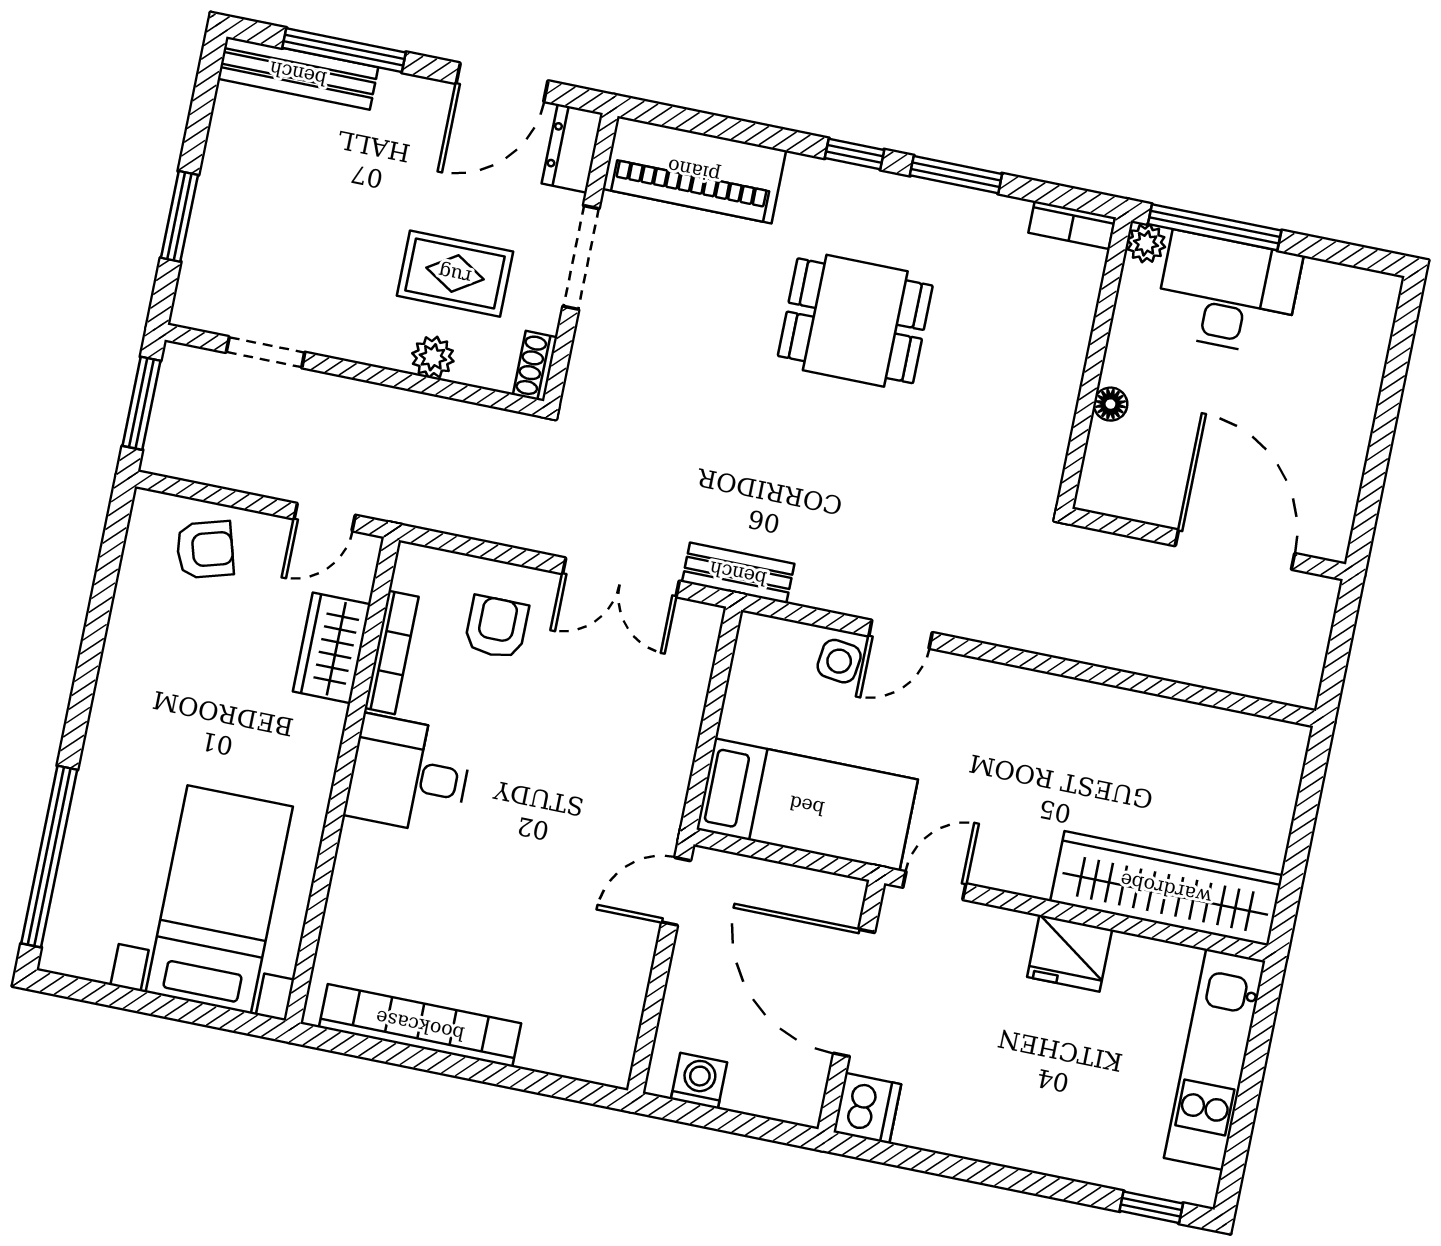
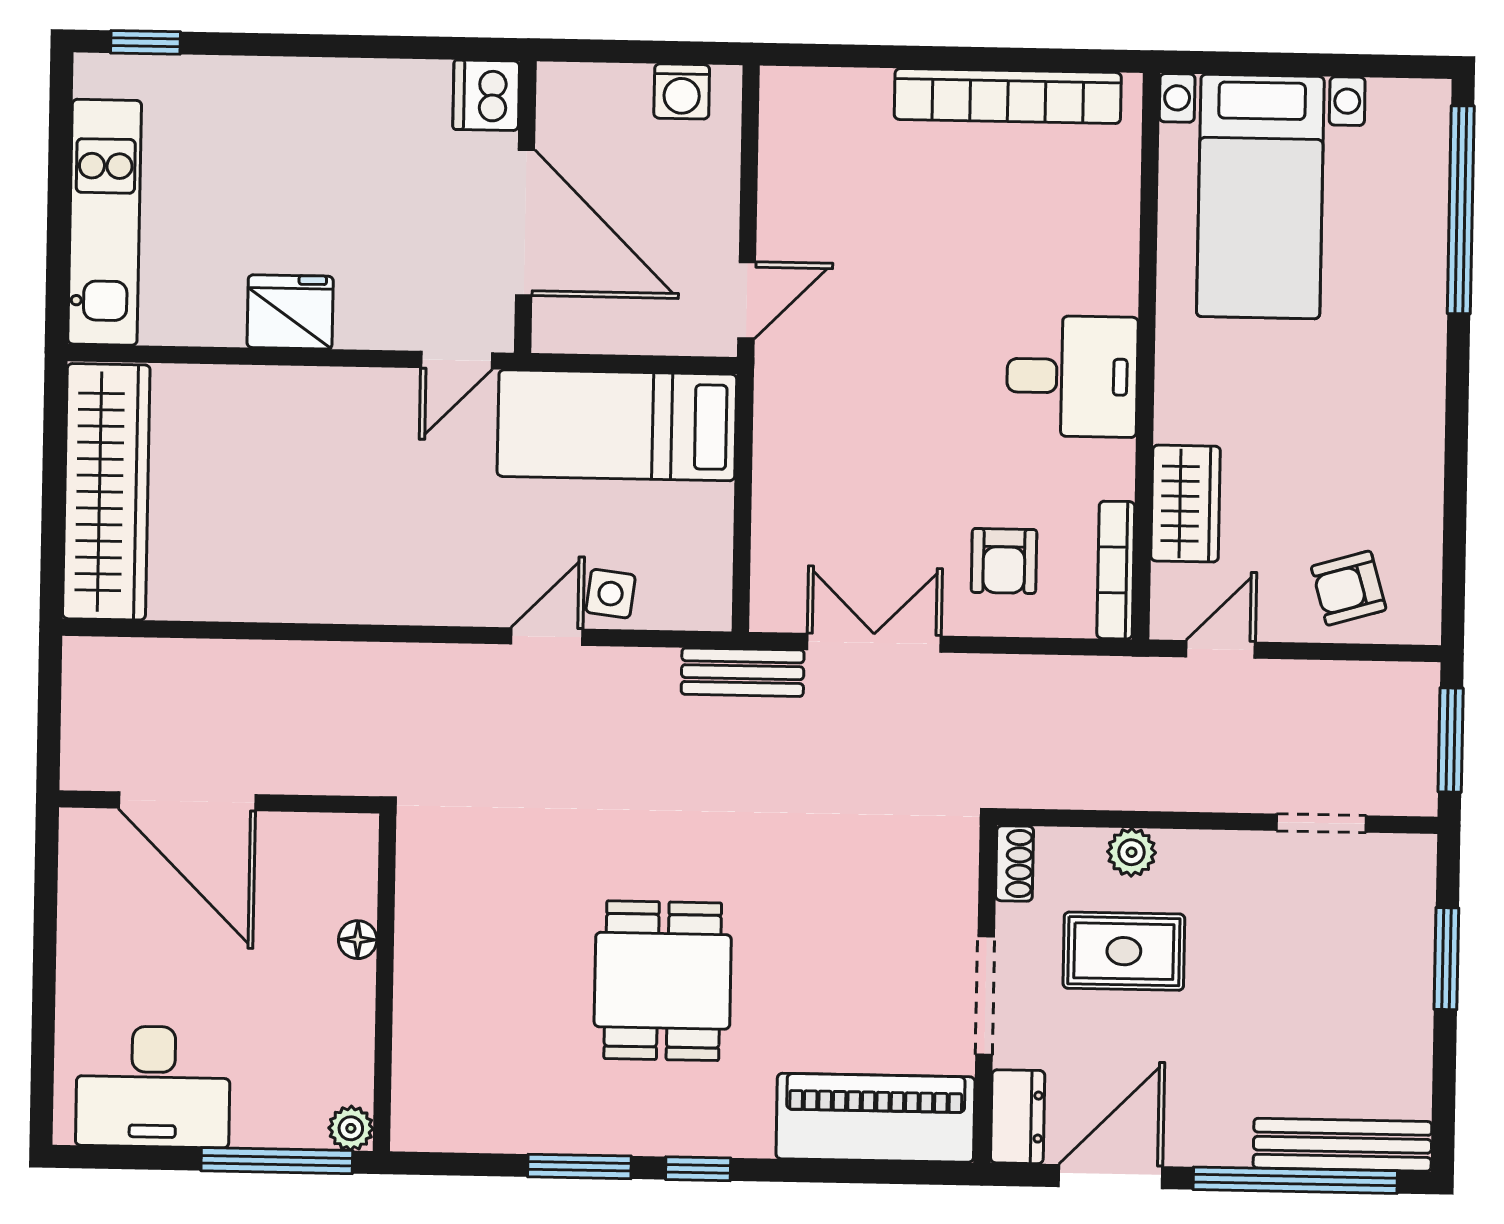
window: (344, 50) -> (1295, 1180), width x1.46
bookcase: (1072, 225) -> (438, 1134), removed
desk: (1228, 294) -> (153, 1087), moved
dining table: (855, 321) -> (663, 981), turned 90
bookcase: (392, 652) -> (1116, 570), moved
wardrobe: (1166, 888) -> (106, 492), moved, turned -90

